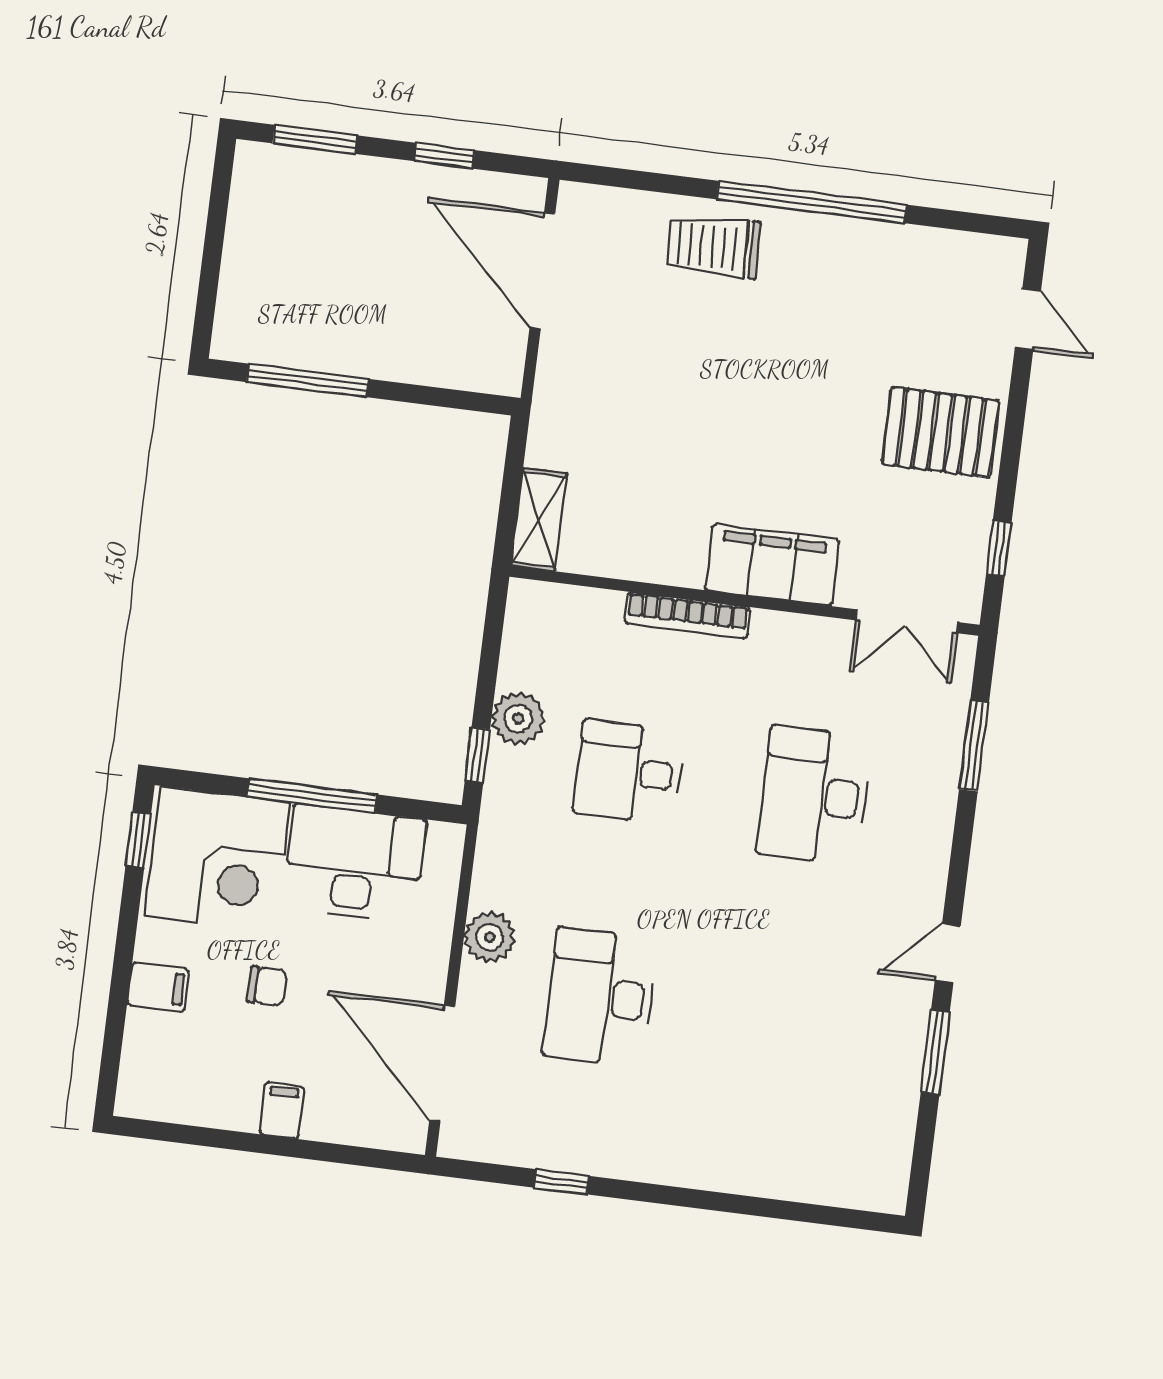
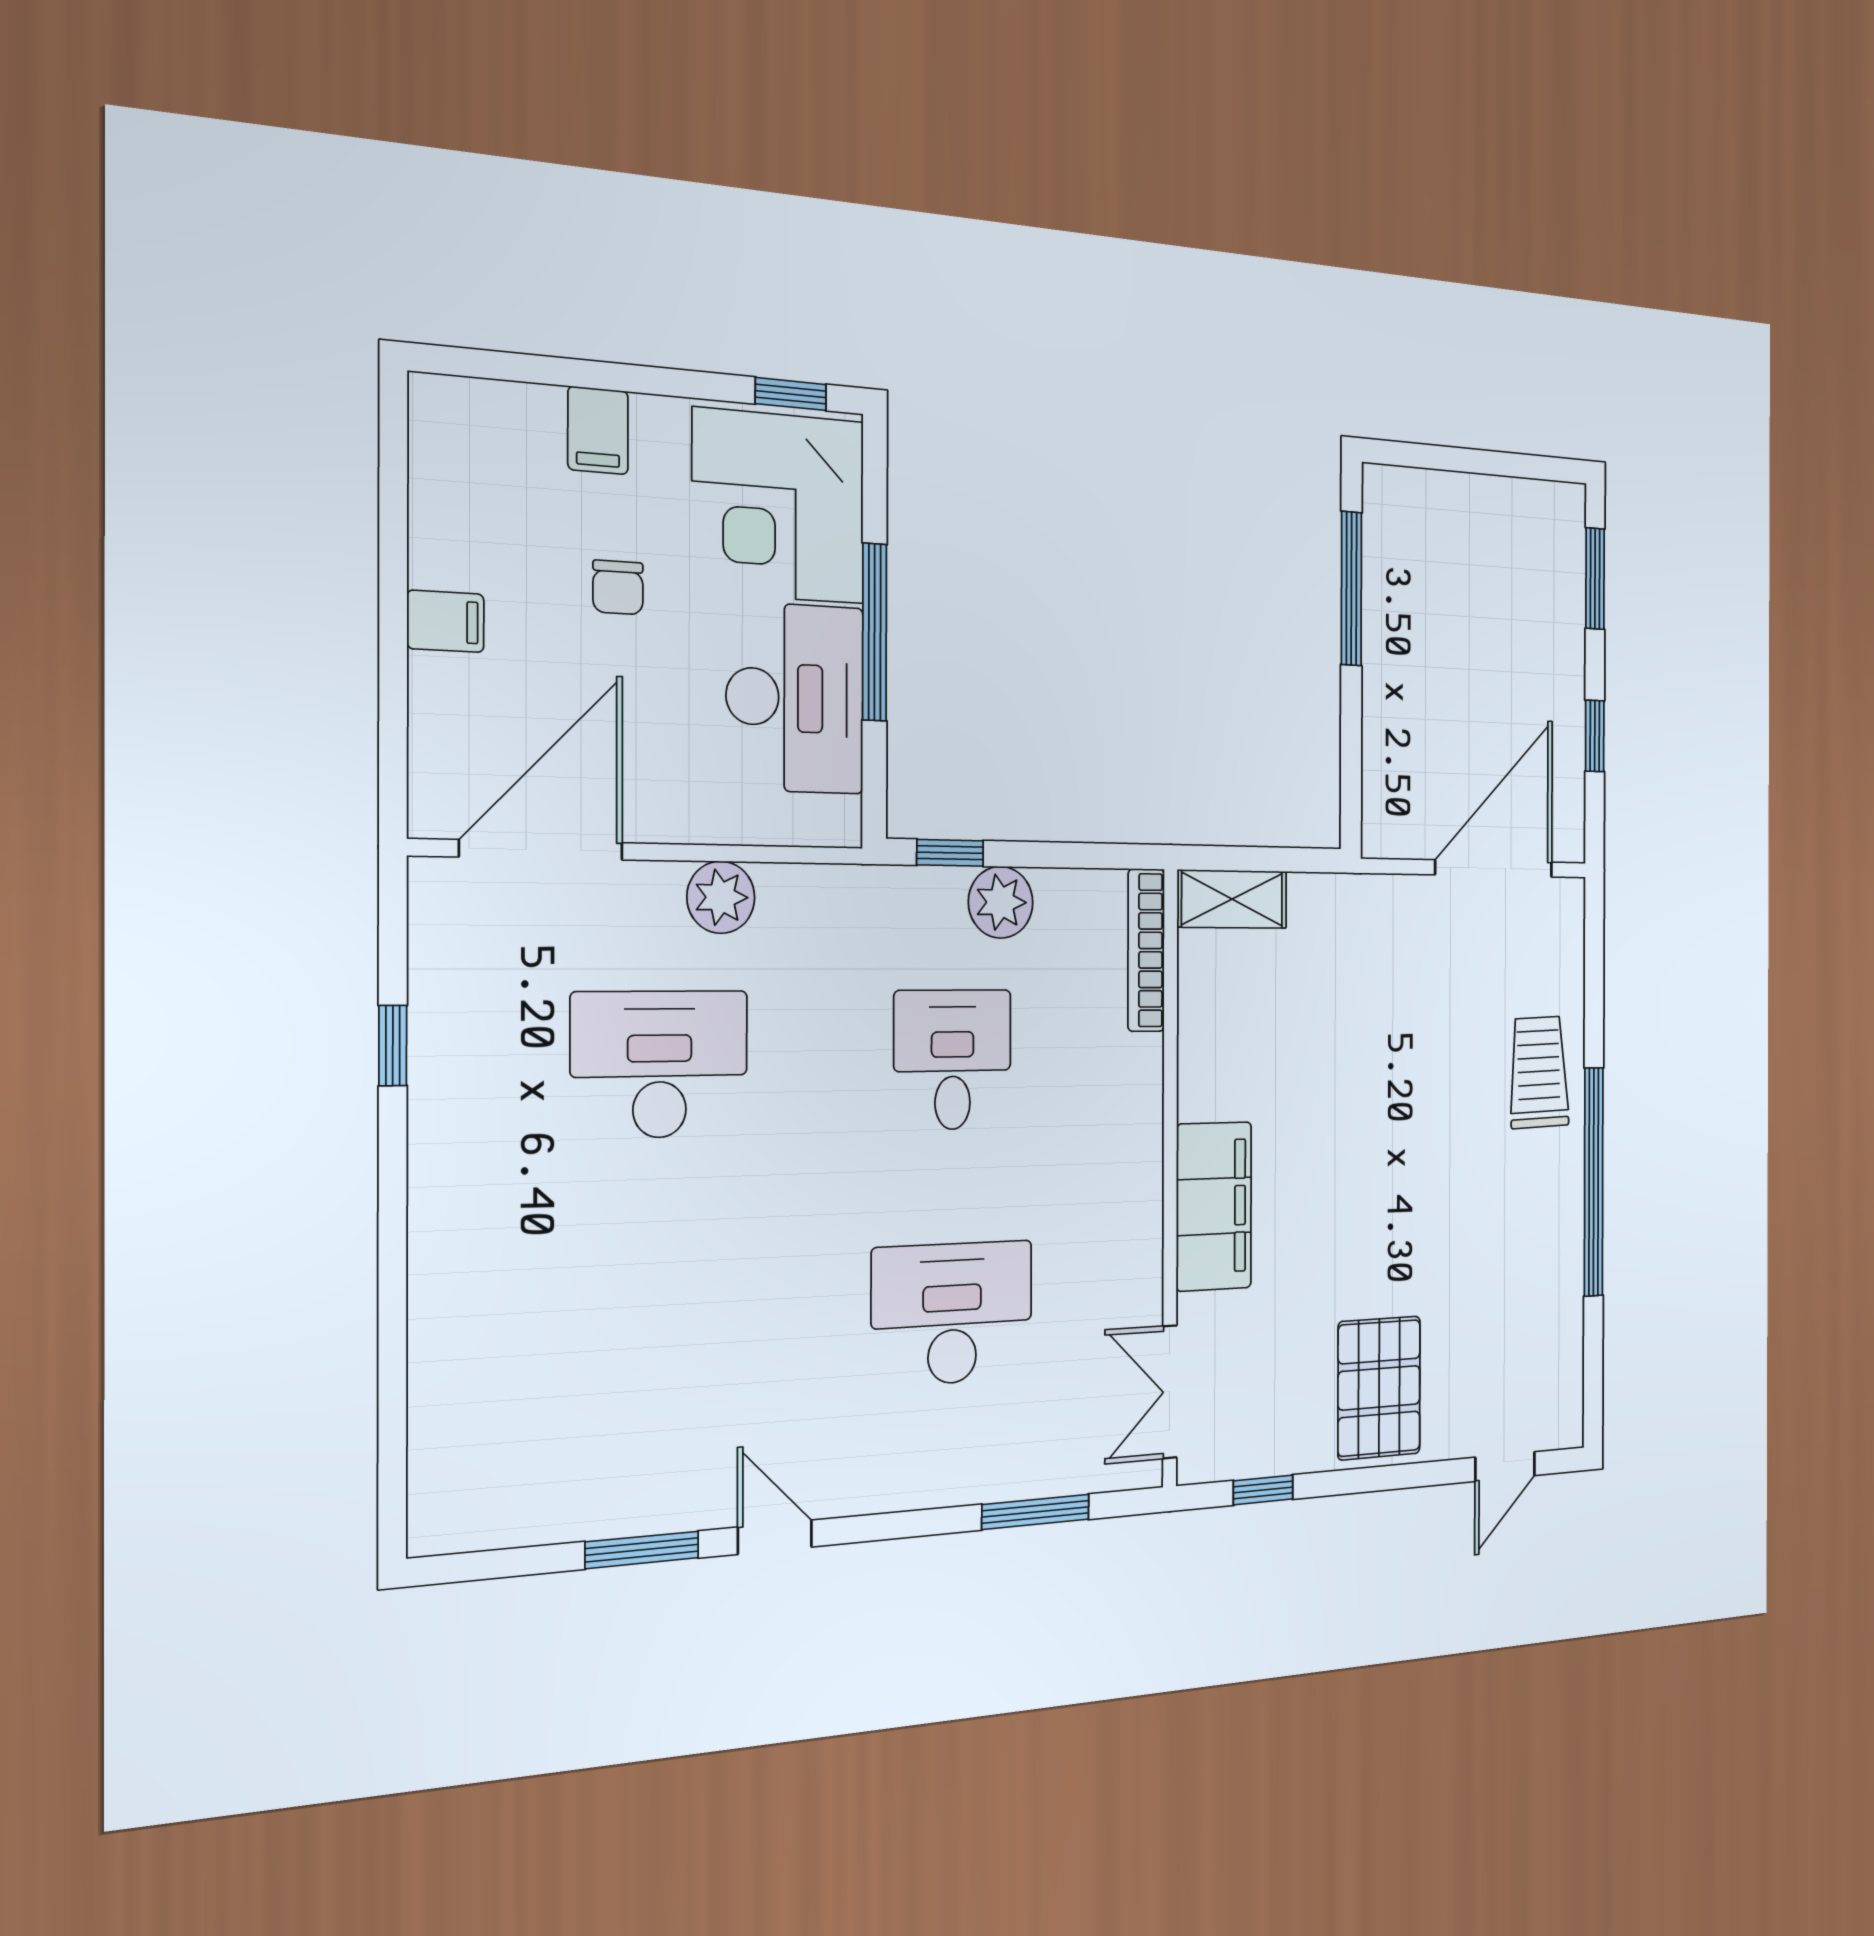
bookcase: (687, 615) -> (1146, 950), moved

